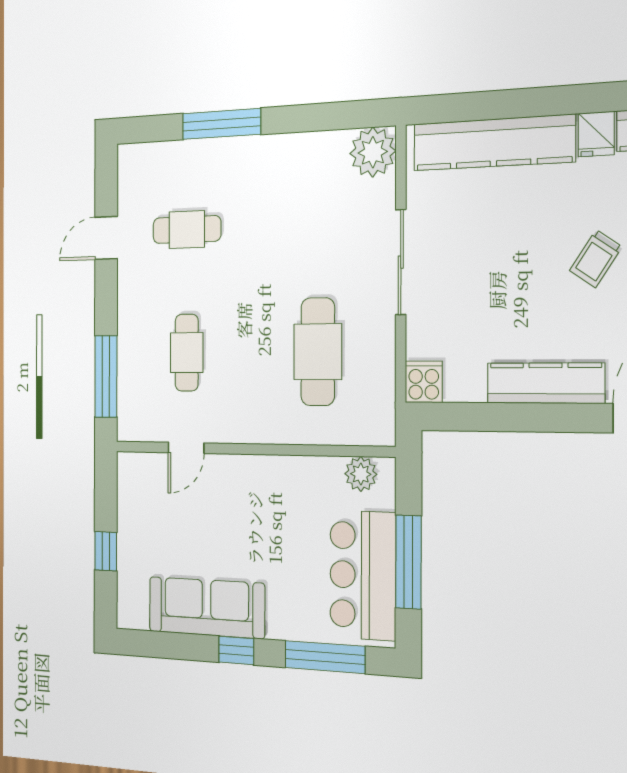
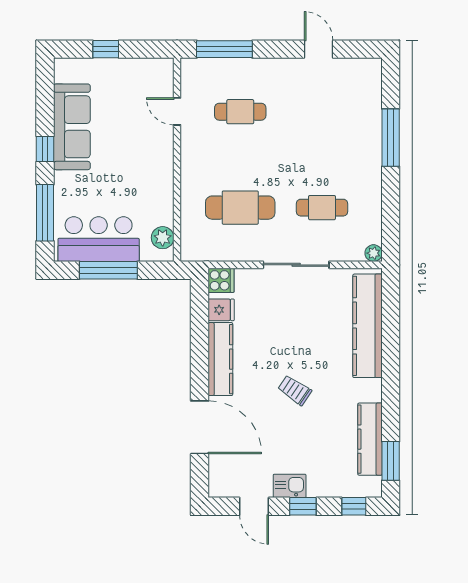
fridge: (596, 134) -> (221, 310), moved, turned 180
plant: (373, 152) -> (374, 253), width x0.53, depth x0.53
cafe table: (187, 230) -> (322, 208), moved, turned 90

